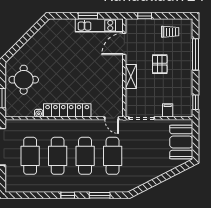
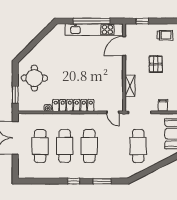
window: (88, 16) -> (92, 21), width x2.11
kitchen unit: (99, 25) -> (94, 30), width x1.36
shelving: (131, 76) -> (130, 86), moved
cafe table: (113, 156) -> (138, 146), moved

